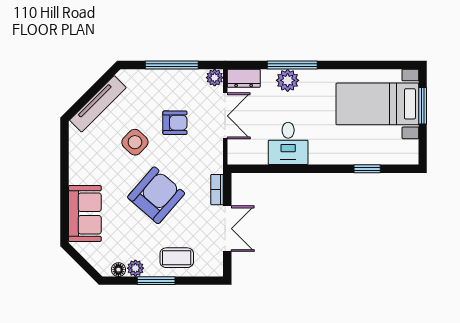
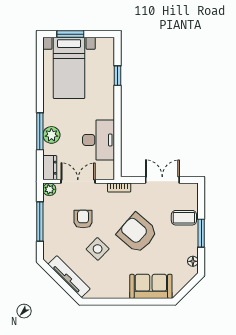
desk: (288, 143) -> (99, 140), width x1.37
bookcase: (217, 190) -> (119, 188), moved
coffee table: (177, 258) -> (184, 218), turned 90
plant: (135, 268) -> (192, 249), removed

